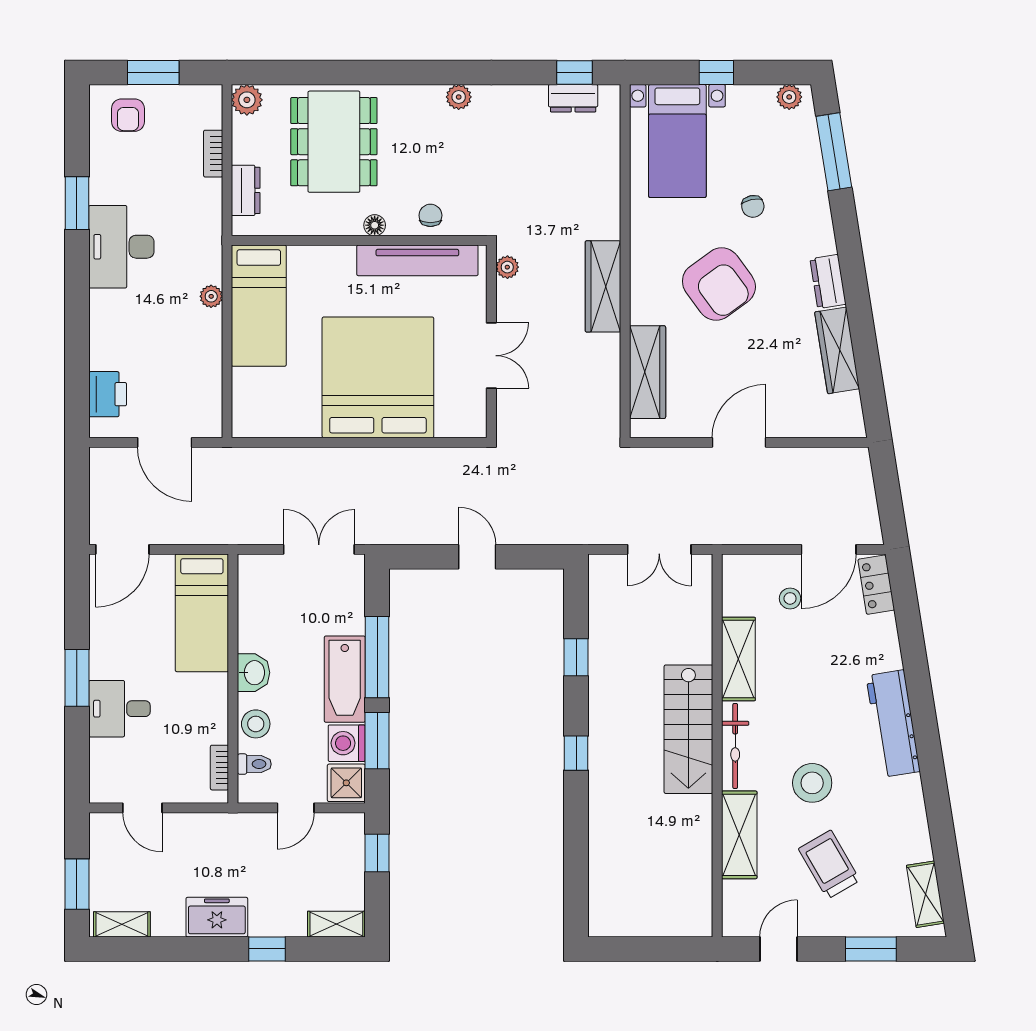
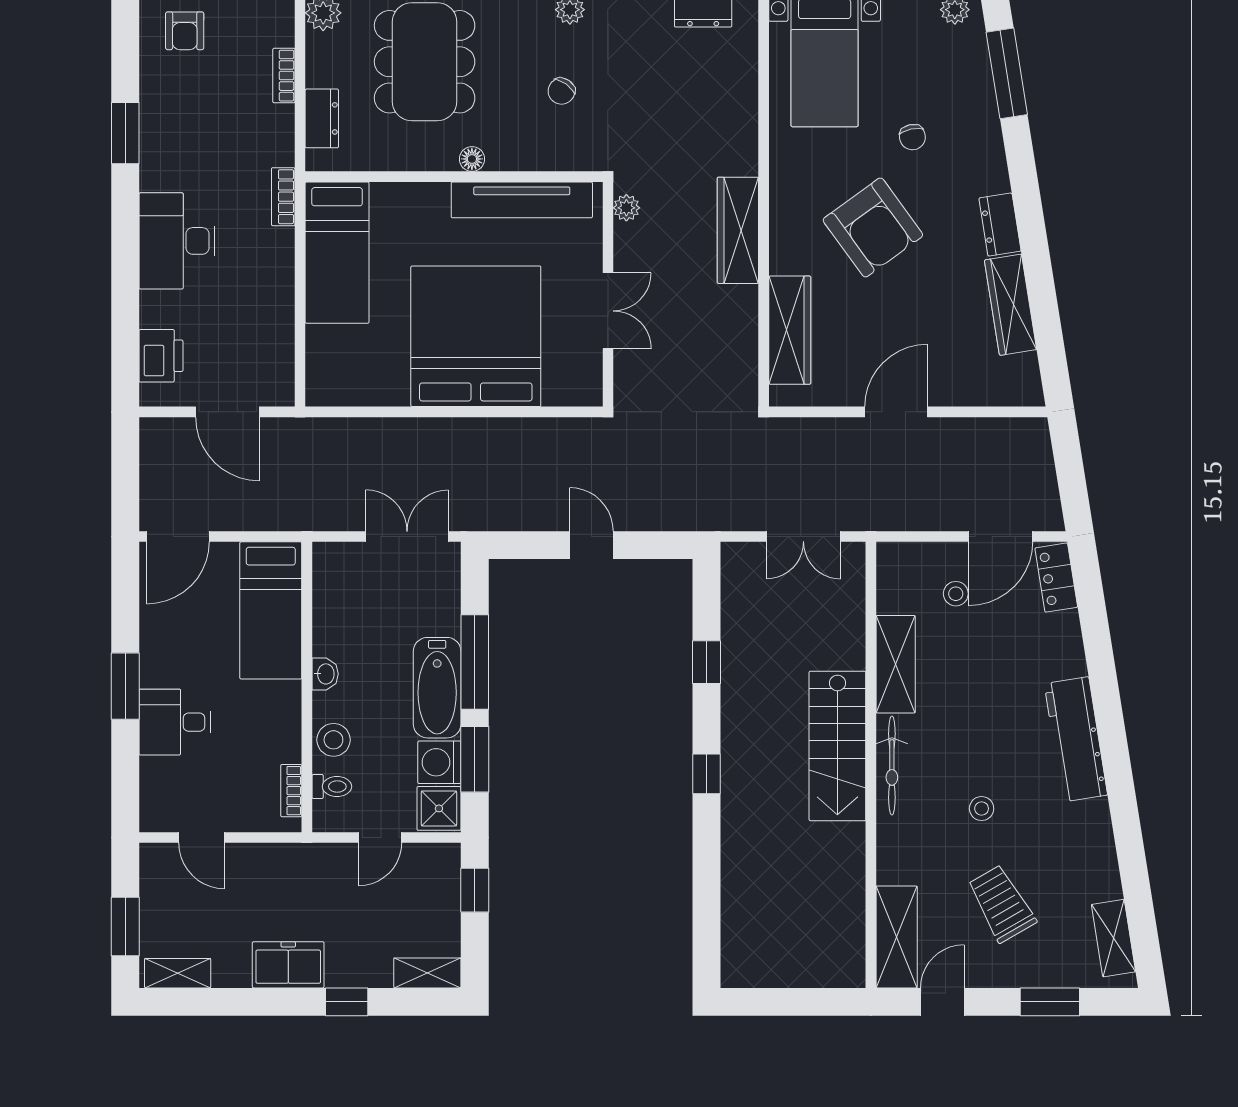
chair: (430, 215) -> (561, 91), moved, turned -145
desk: (121, 247) -> (177, 241), moved
bookcase: (213, 258) -> (283, 197), added
plant: (211, 296) -> (282, 242), removed
washbasin: (254, 673) -> (325, 674), width x0.72, depth x0.69
stool: (812, 783) -> (982, 809), width x0.53, depth x0.53
shelving: (739, 835) -> (897, 937), moved

